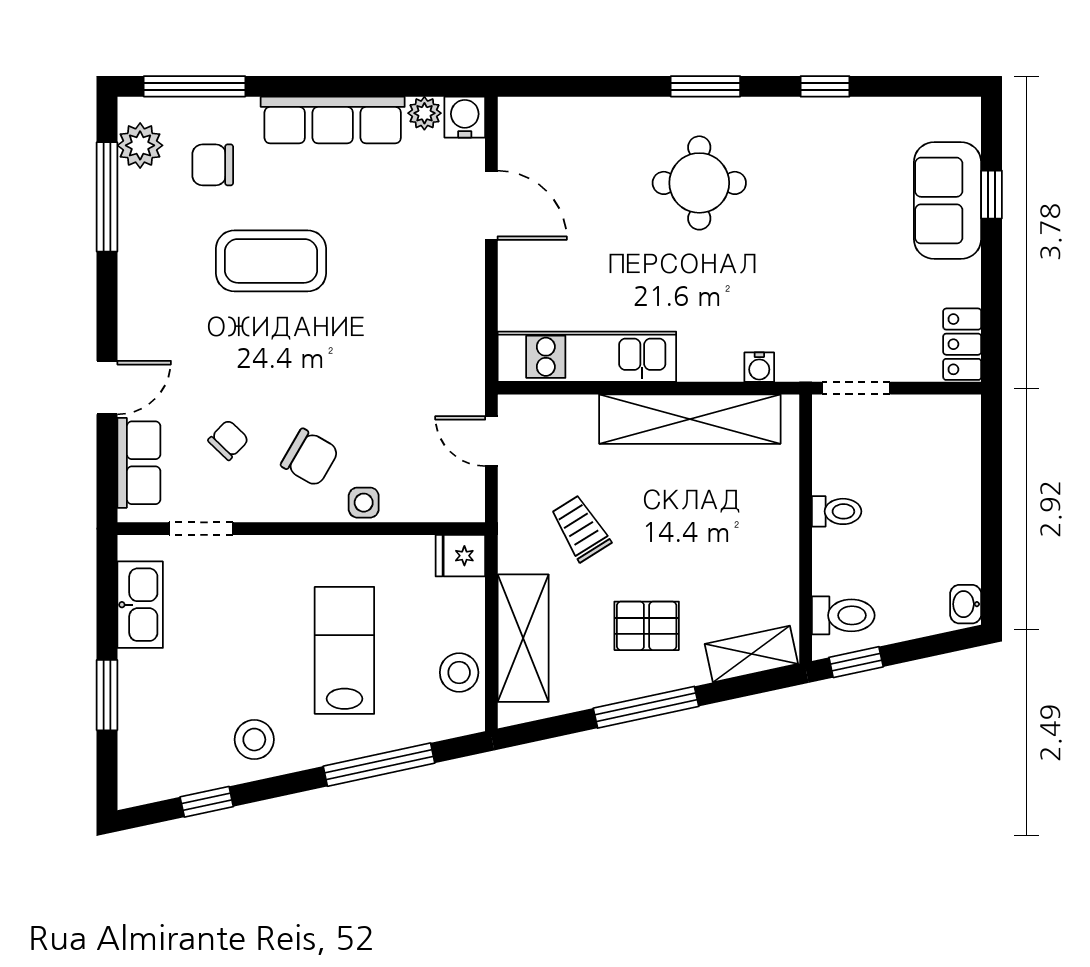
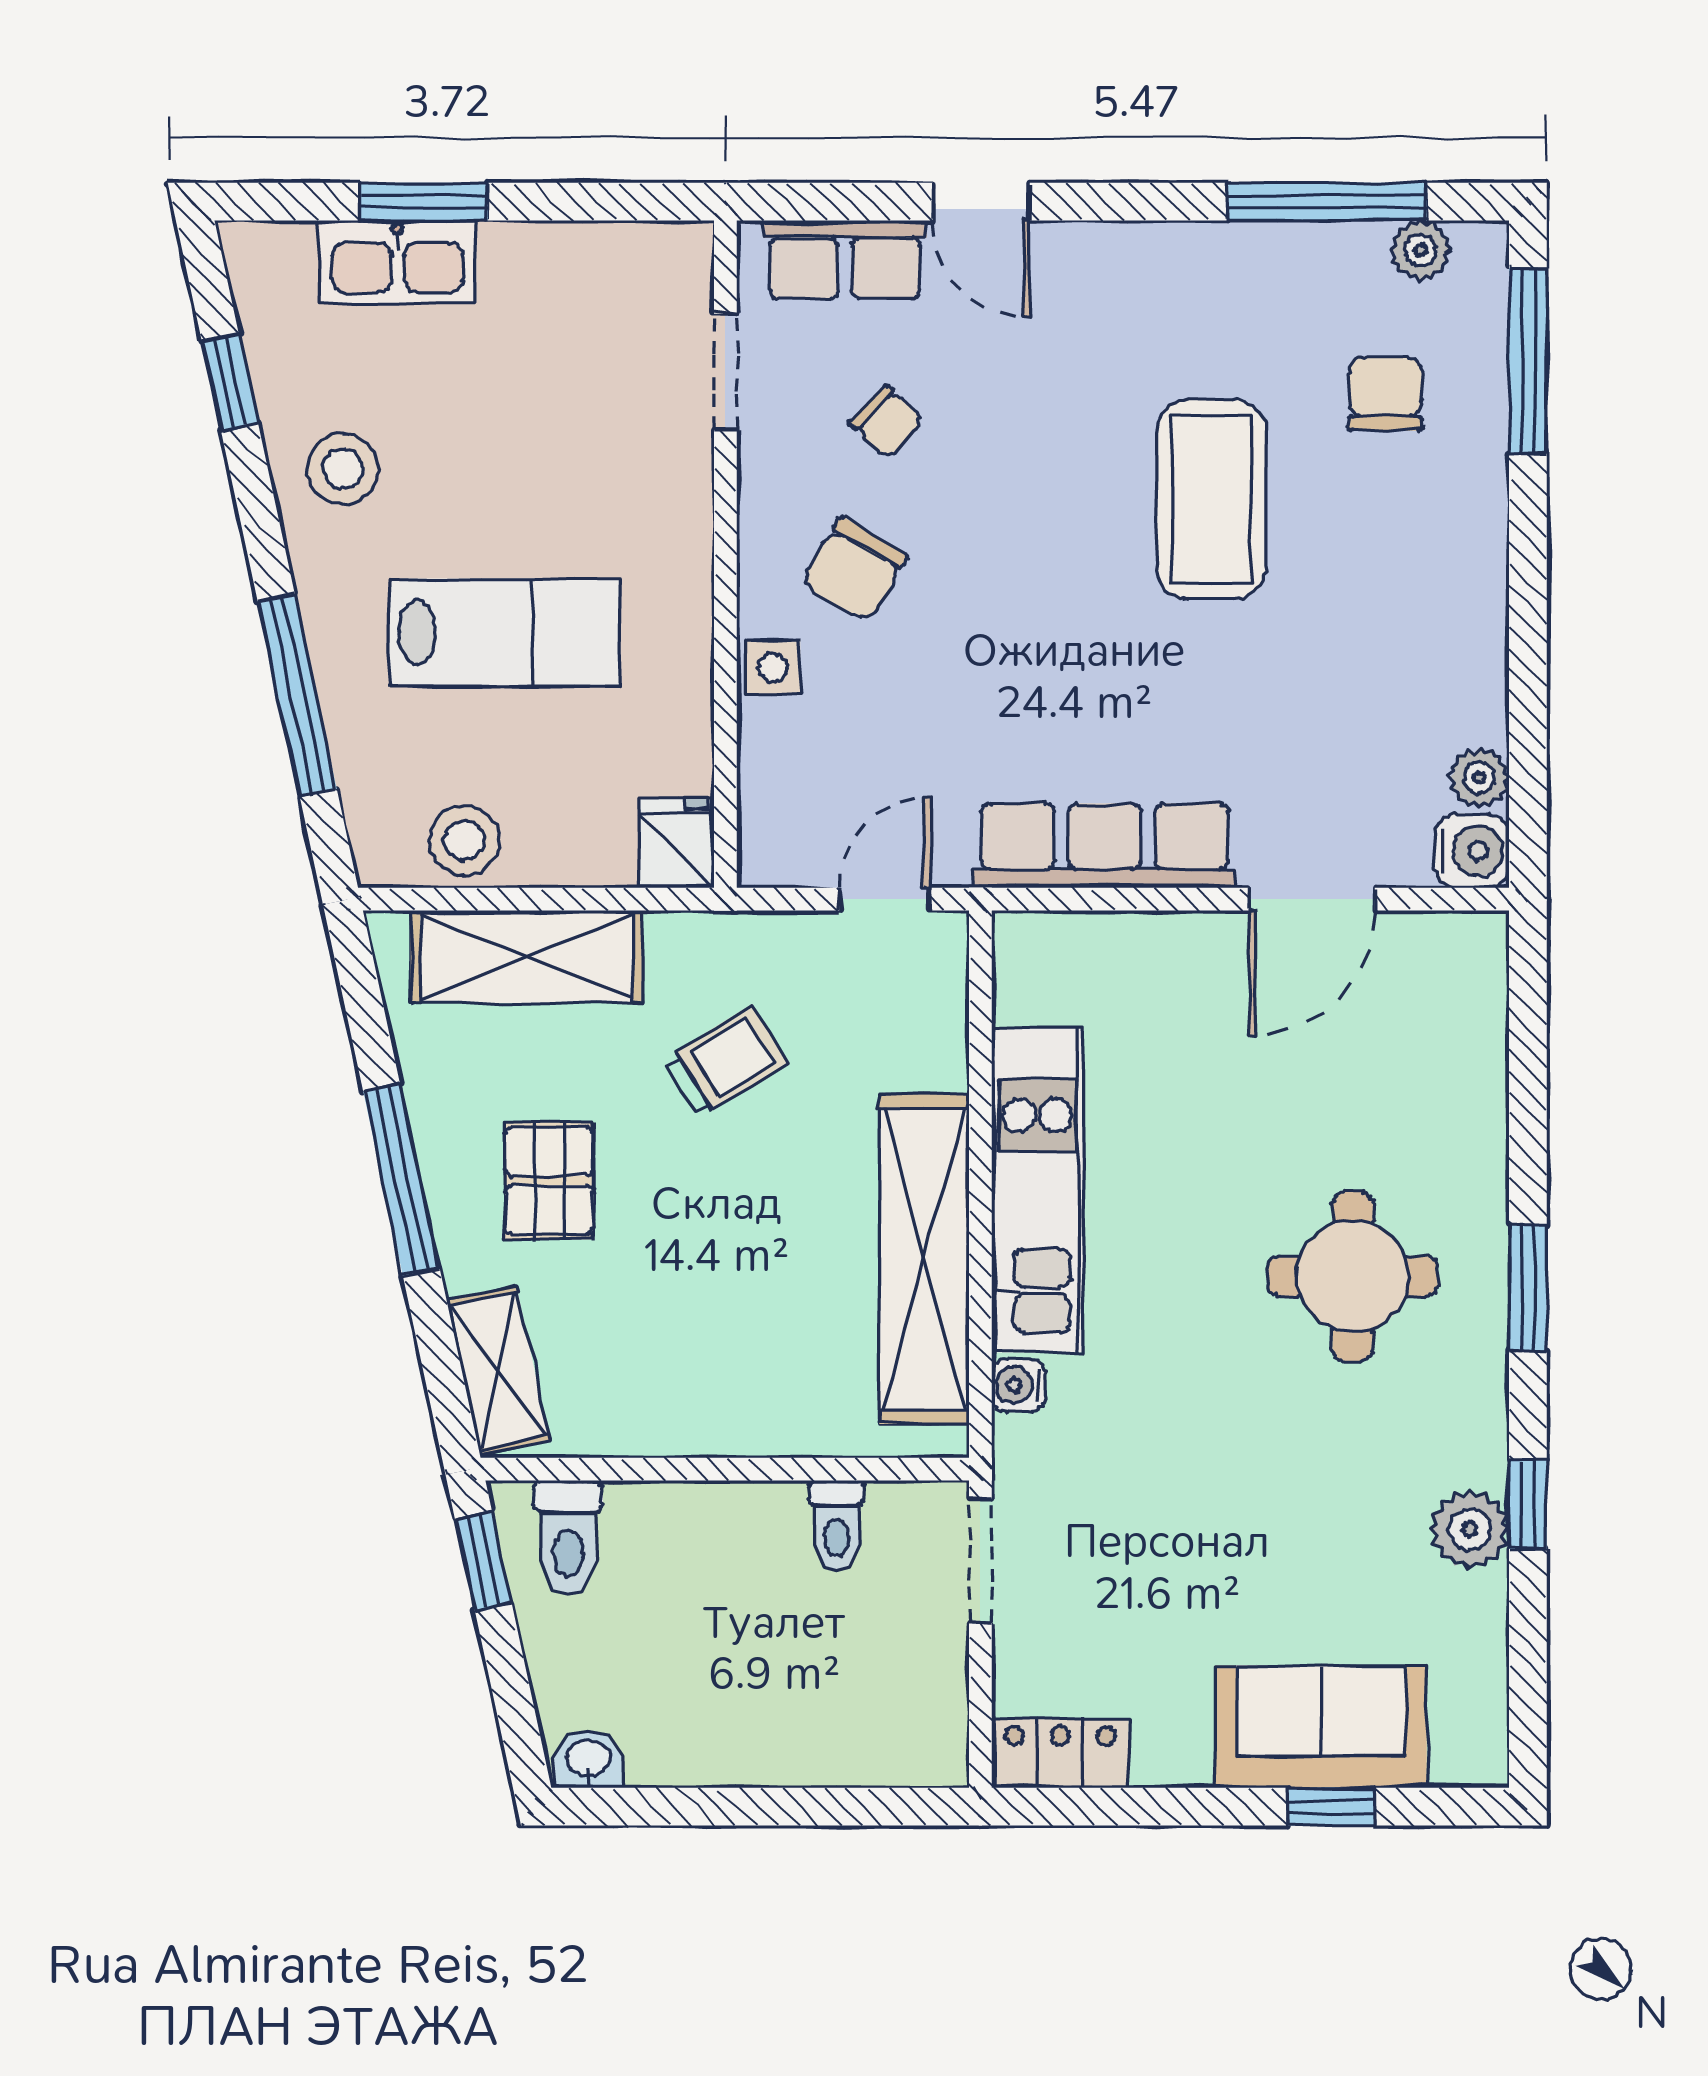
plant: (839, 119) -> (1470, 1529), added
row of seats: (333, 120) -> (1105, 846), moved, turned 90
plant: (140, 145) -> (1421, 250), width x0.73, depth x0.73
kitchen unit: (587, 357) -> (1037, 1190), moved
toilet: (837, 511) -> (837, 1525), moved
kitchen sink: (140, 605) -> (398, 262), moved

